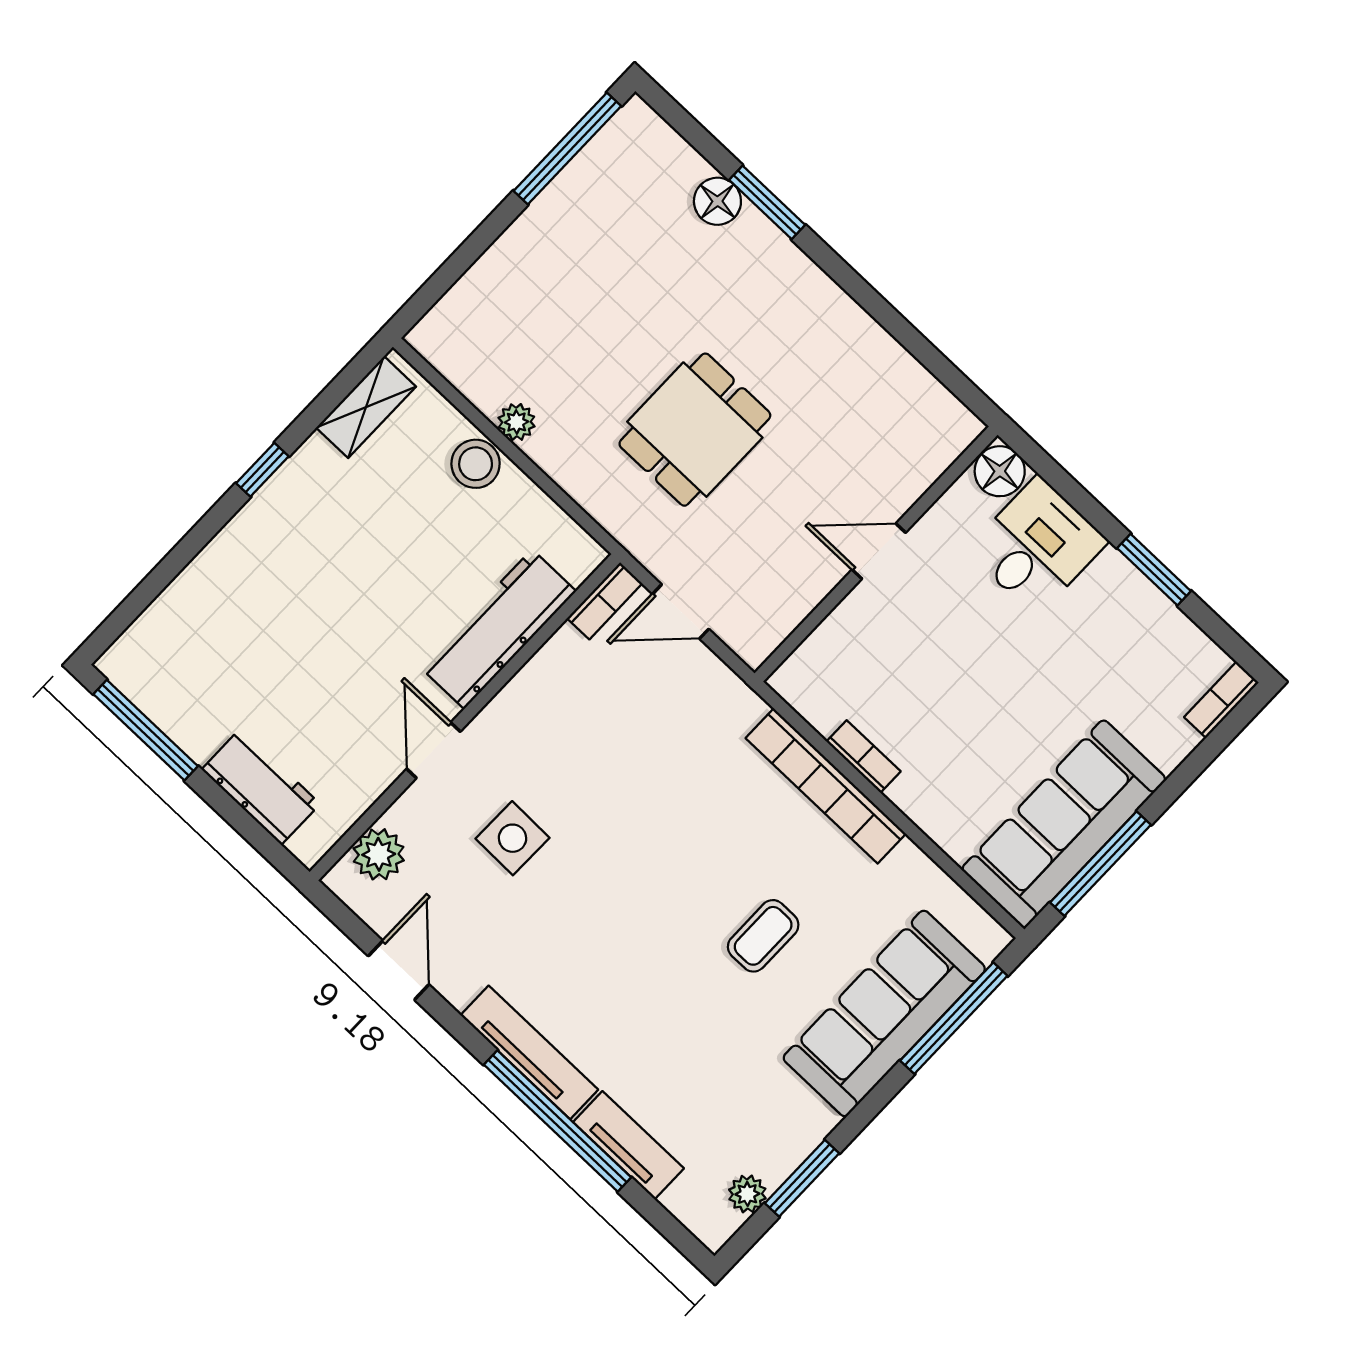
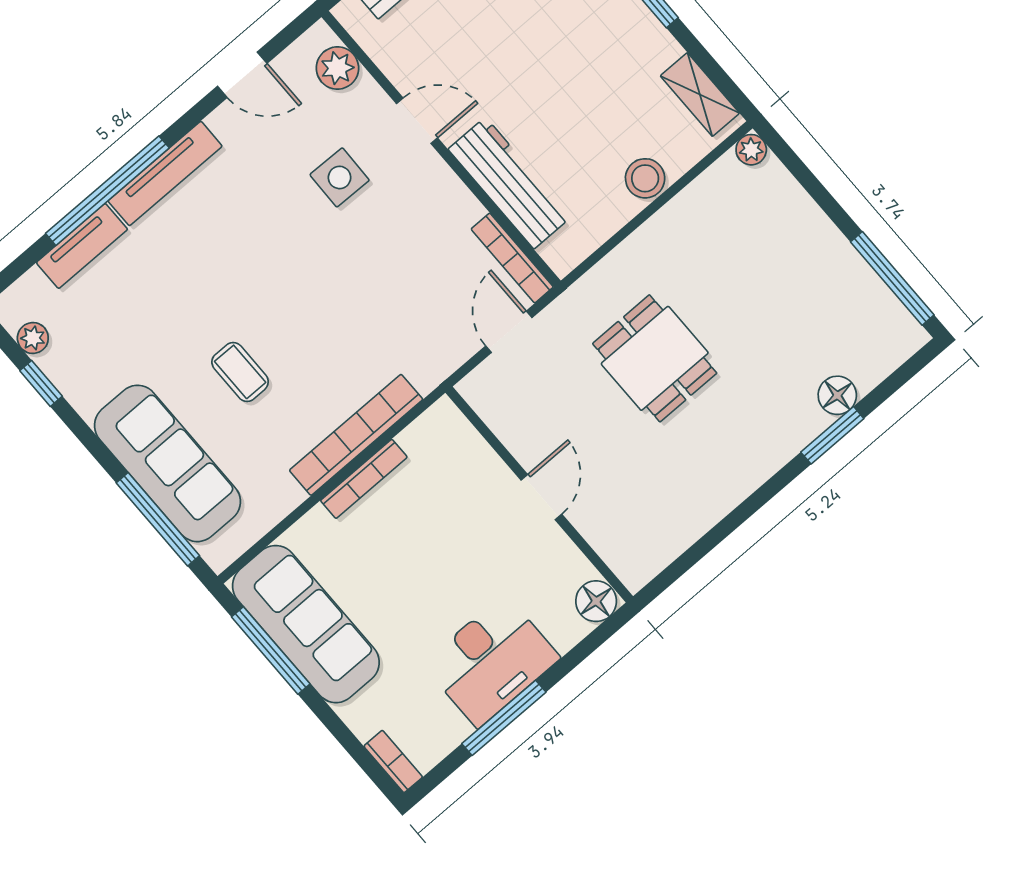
plant: (516, 422) -> (751, 150), moved
desk: (1037, 546) -> (491, 661), moved, width x1.37
window: (1154, 570) -> (504, 718), width x1.44
bookcase: (605, 601) -> (512, 258), width x1.56
bookcase: (863, 756) -> (364, 479), width x1.56
window: (802, 1178) -> (41, 383), width x0.67

